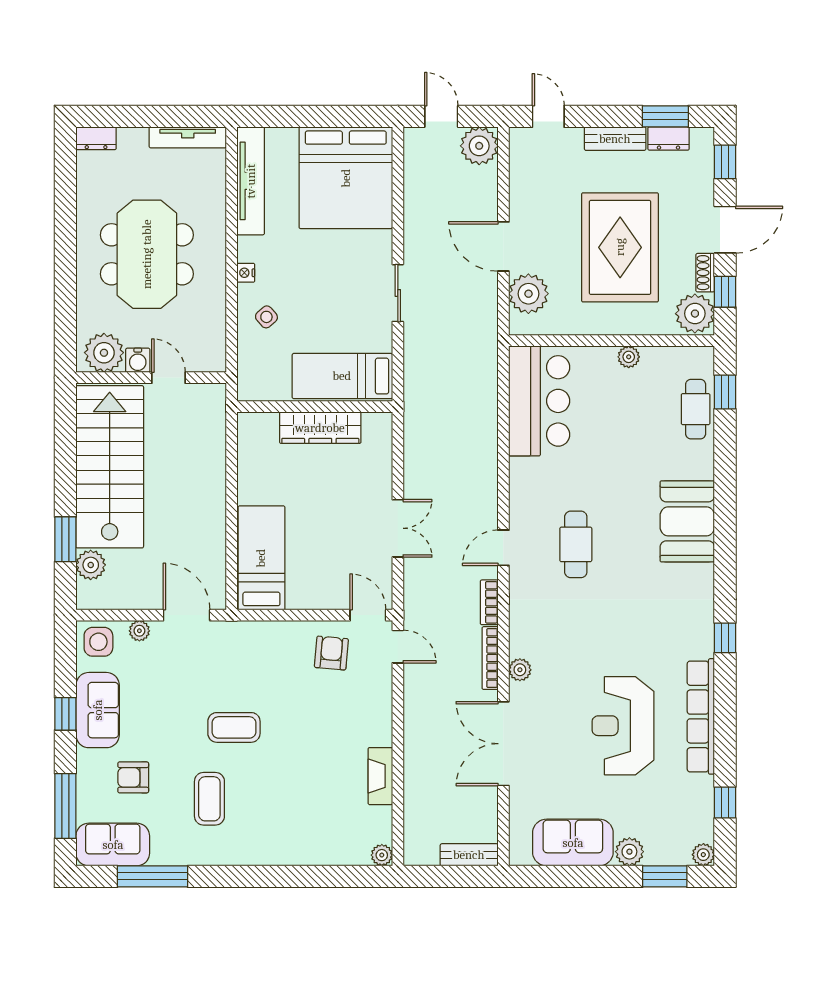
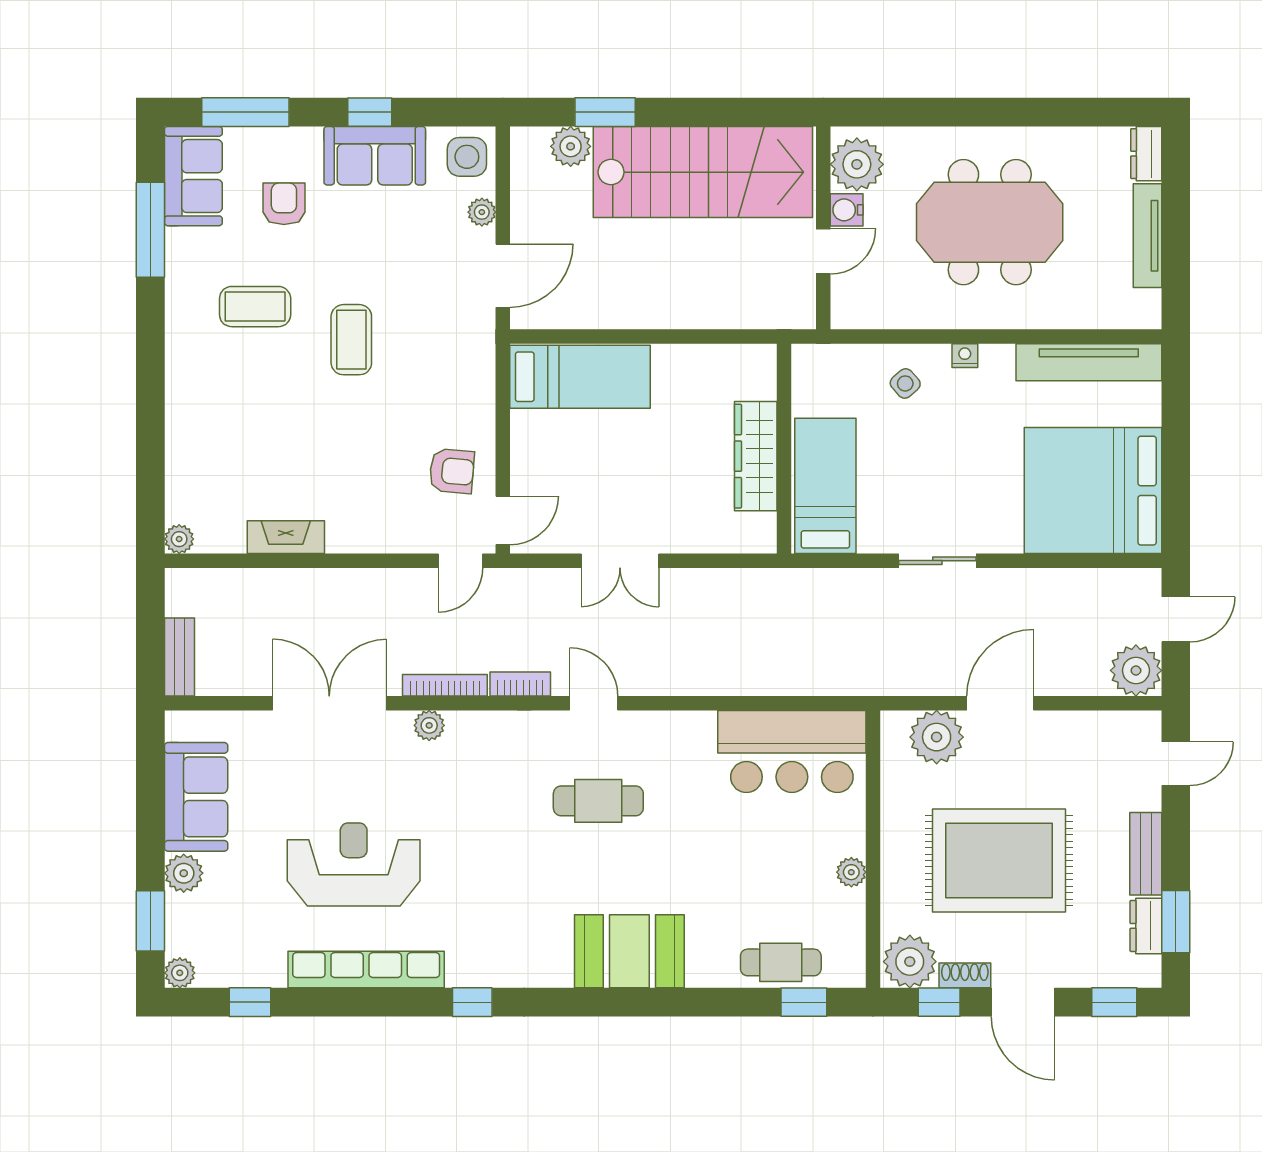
tv unit: (188, 137) -> (1147, 236), moved

